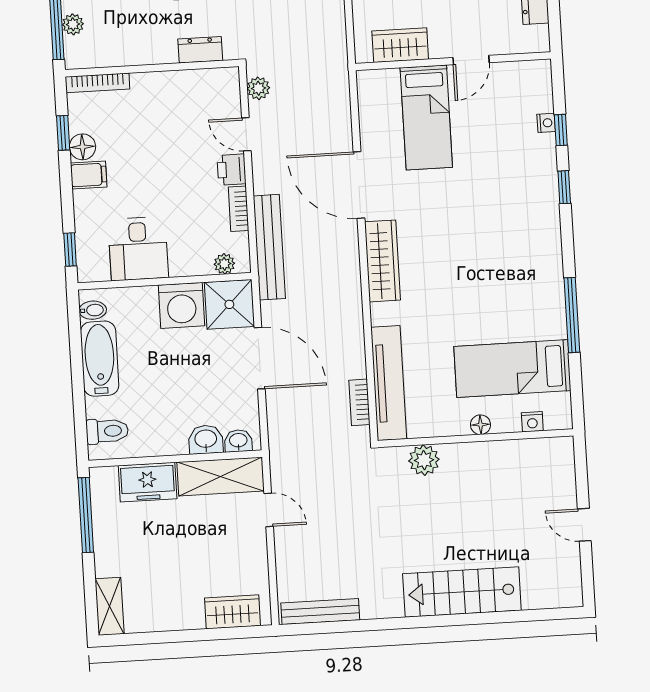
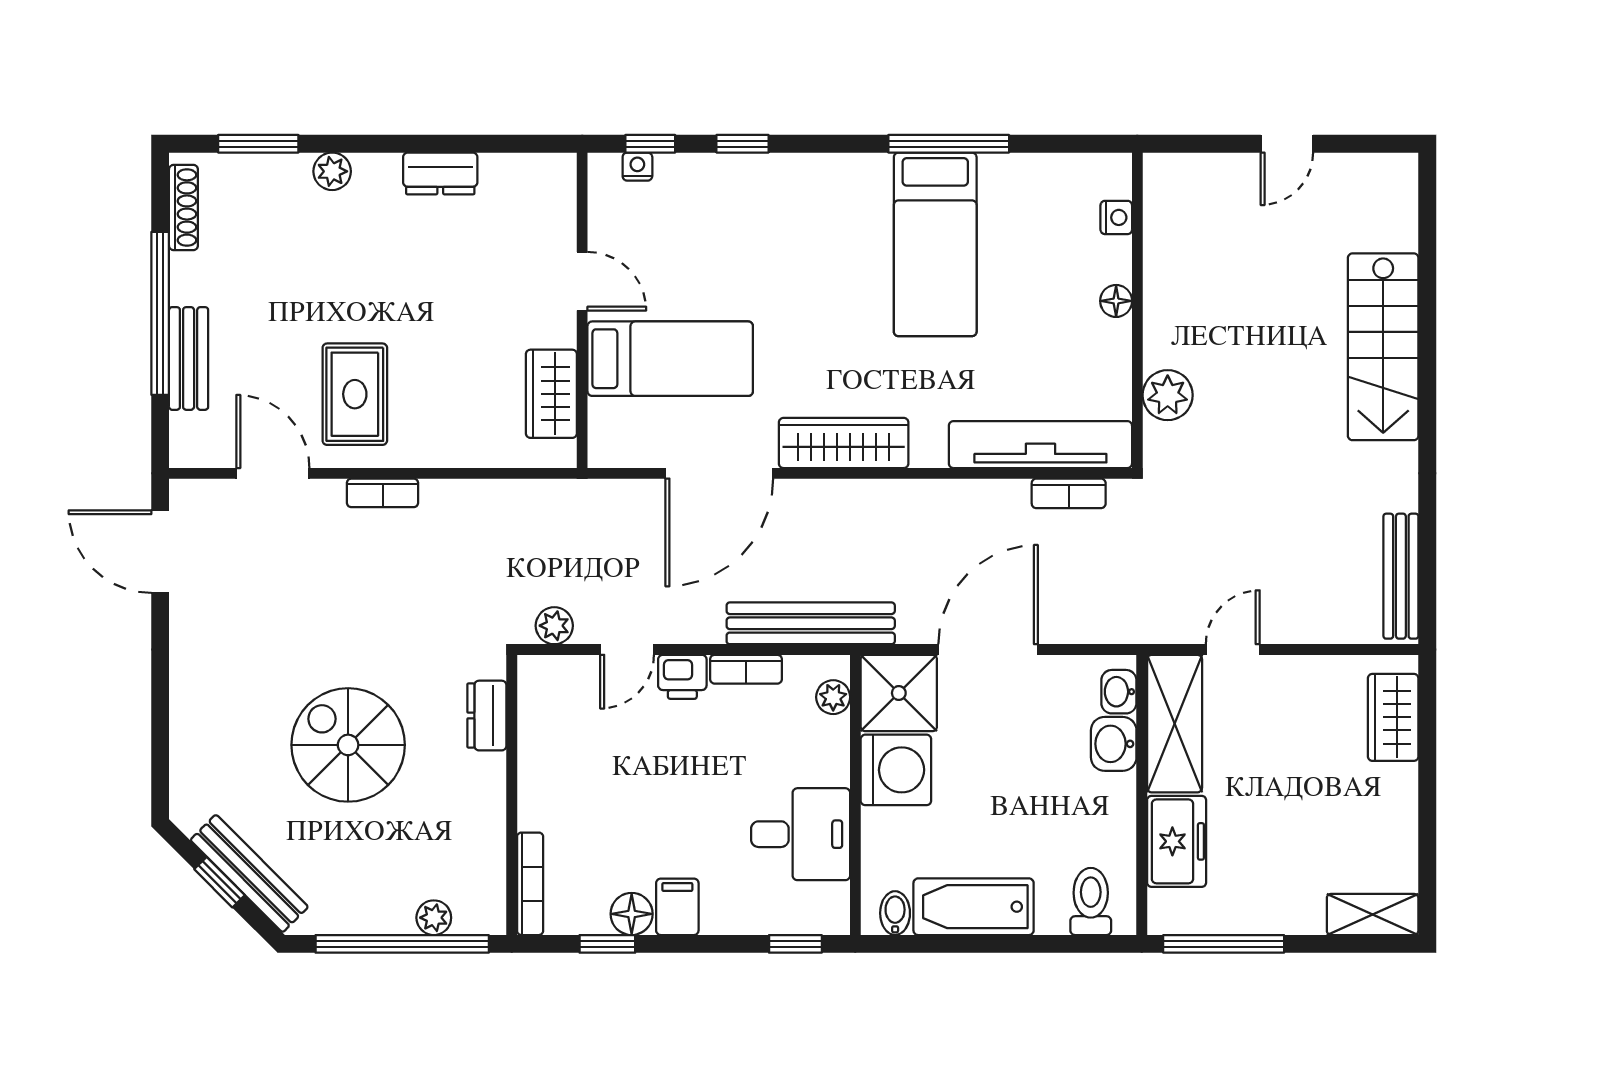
wardrobe: (400, 45) -> (551, 394), moved
door: (471, 60) -> (582, 281), moved
wall: (453, 61) -> (582, 310), moved
bed: (426, 118) -> (670, 359), moved
bed: (512, 368) -> (935, 244), moved

